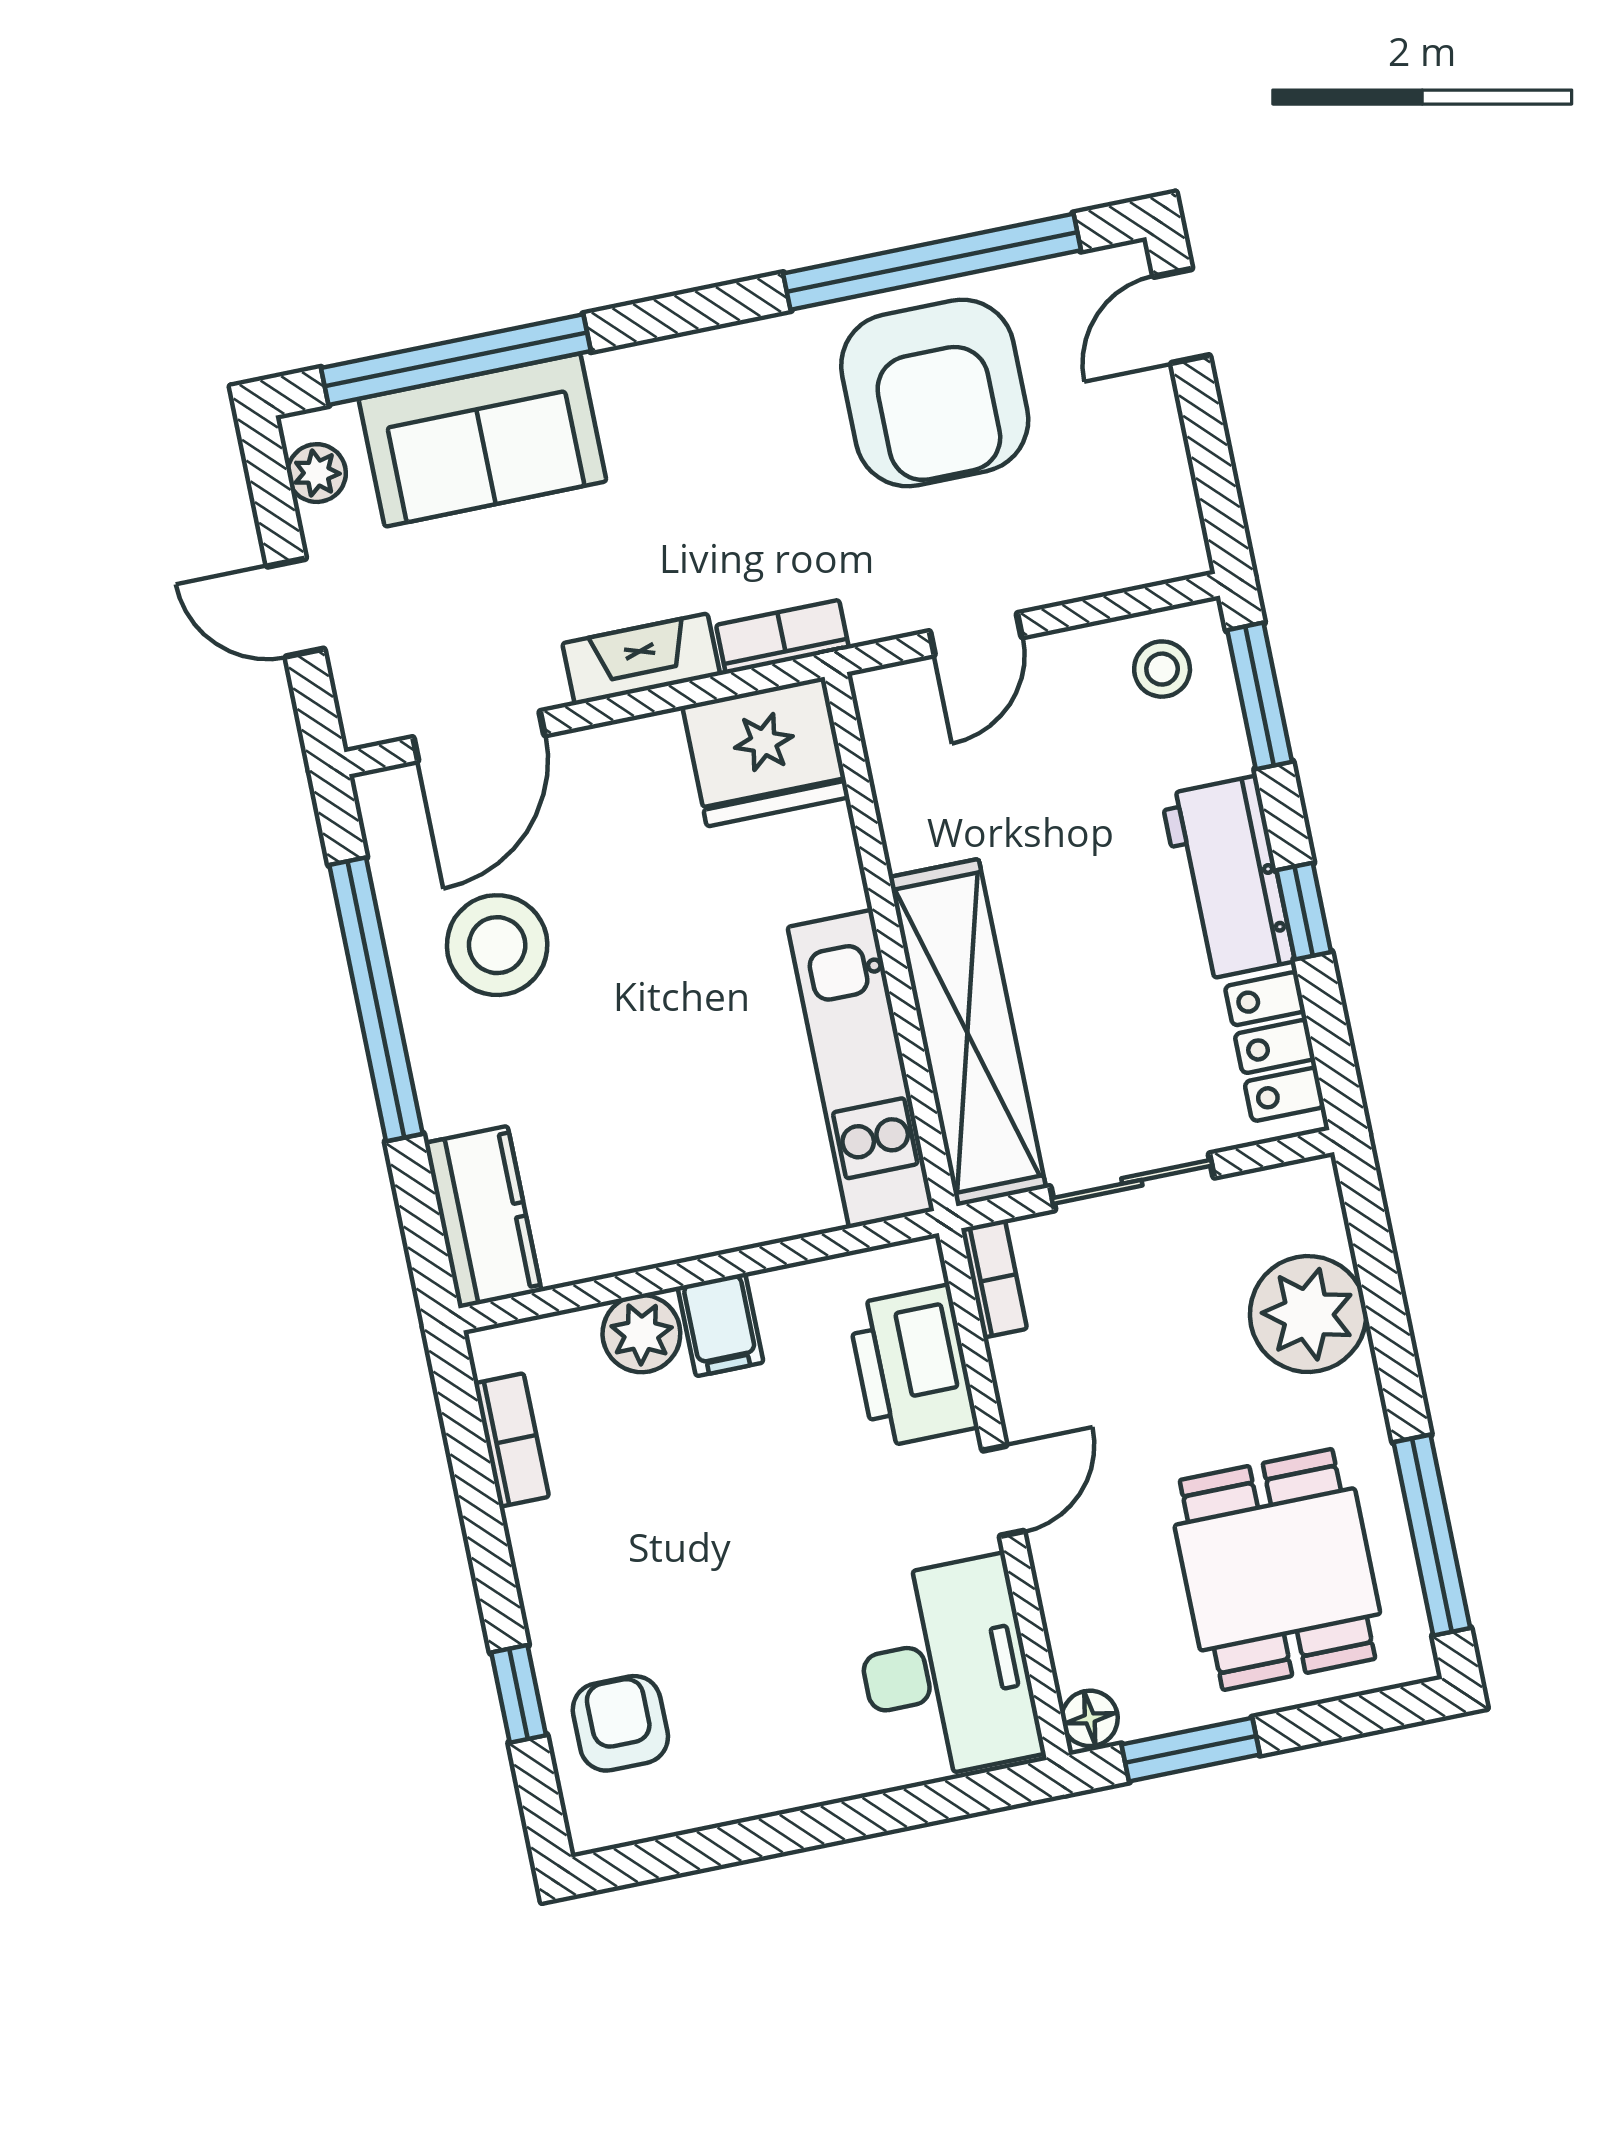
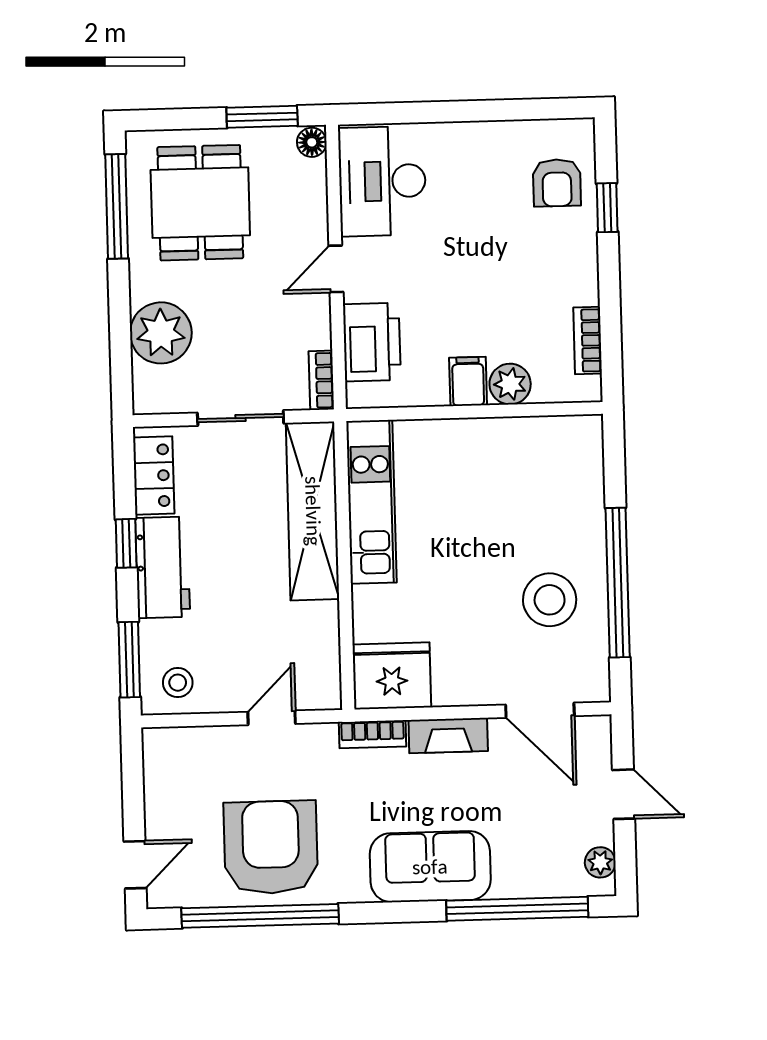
sofa: (482, 440) -> (430, 867), moved
door: (479, 736) -> (540, 710), swing flipped
kitchen counter: (483, 1217) -> (582, 459), removed

